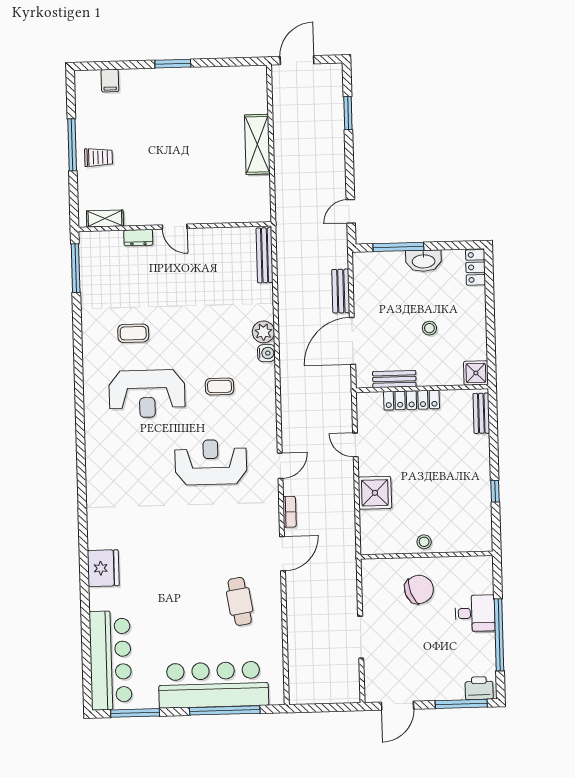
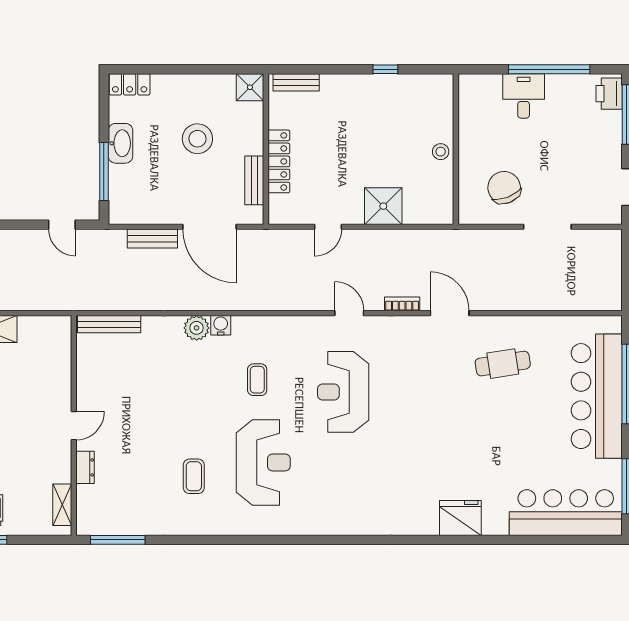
stool: (429, 328) -> (197, 139), width x1.89, depth x1.89
chair: (419, 589) -> (504, 188), moved

